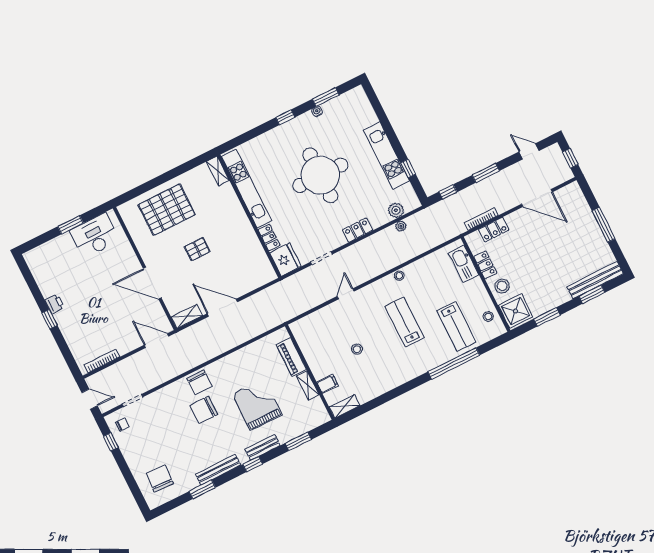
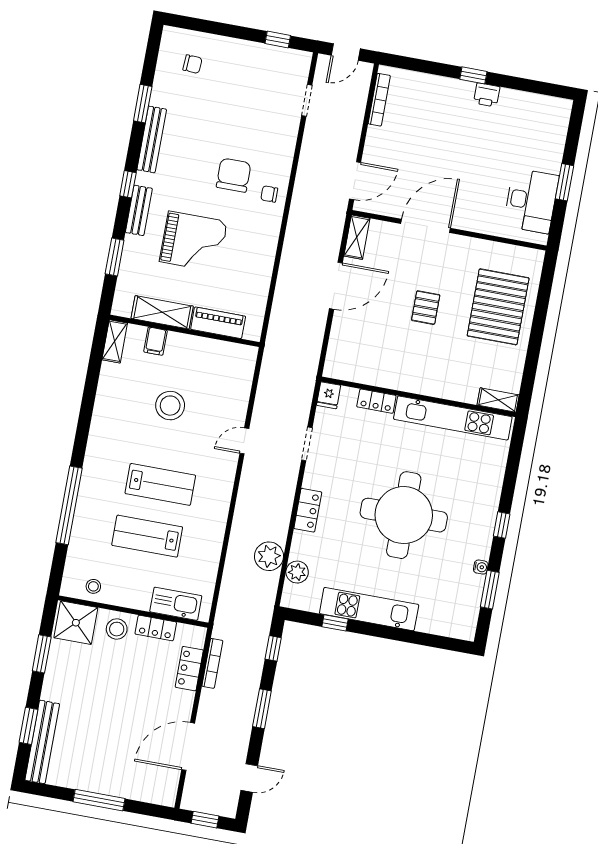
plant: (401, 226) -> (269, 556), width x1.88, depth x1.88
fridge: (285, 260) -> (329, 395), width x0.53, depth x0.75
stool: (399, 276) -> (218, 519), removed
door: (346, 294) -> (244, 441), swing flipped
lab bench: (456, 326) -> (147, 536), moved
stool: (357, 349) -> (170, 406), width x1.89, depth x1.89
chair: (199, 382) -> (269, 194), width x0.54, depth x0.54
shelving: (308, 385) -> (162, 312), width x1.50, depth x1.33
chair: (122, 425) -> (288, 68), removed
chair: (160, 478) -> (192, 64), width x0.54, depth x0.54

